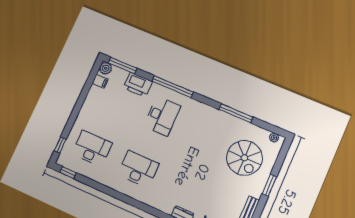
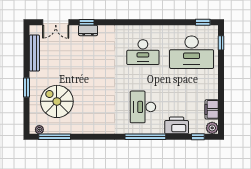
window: (123, 66) -> (198, 137), width x0.46
filing cabinet: (100, 81) -> (212, 109), width x2.00
window: (236, 113) -> (55, 137), moved
desk: (92, 148) -> (192, 52), width x1.36, depth x1.30

